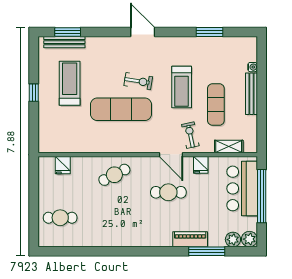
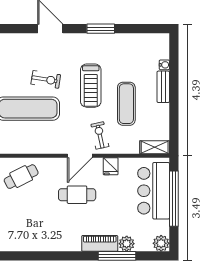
window: (210, 32) -> (101, 29), moved
bench: (251, 94) -> (163, 87), width x0.73
shelving: (229, 147) -> (155, 147), moved
door: (171, 155) -> (80, 156), hinge flipped
plant: (233, 240) -> (127, 244), moved

